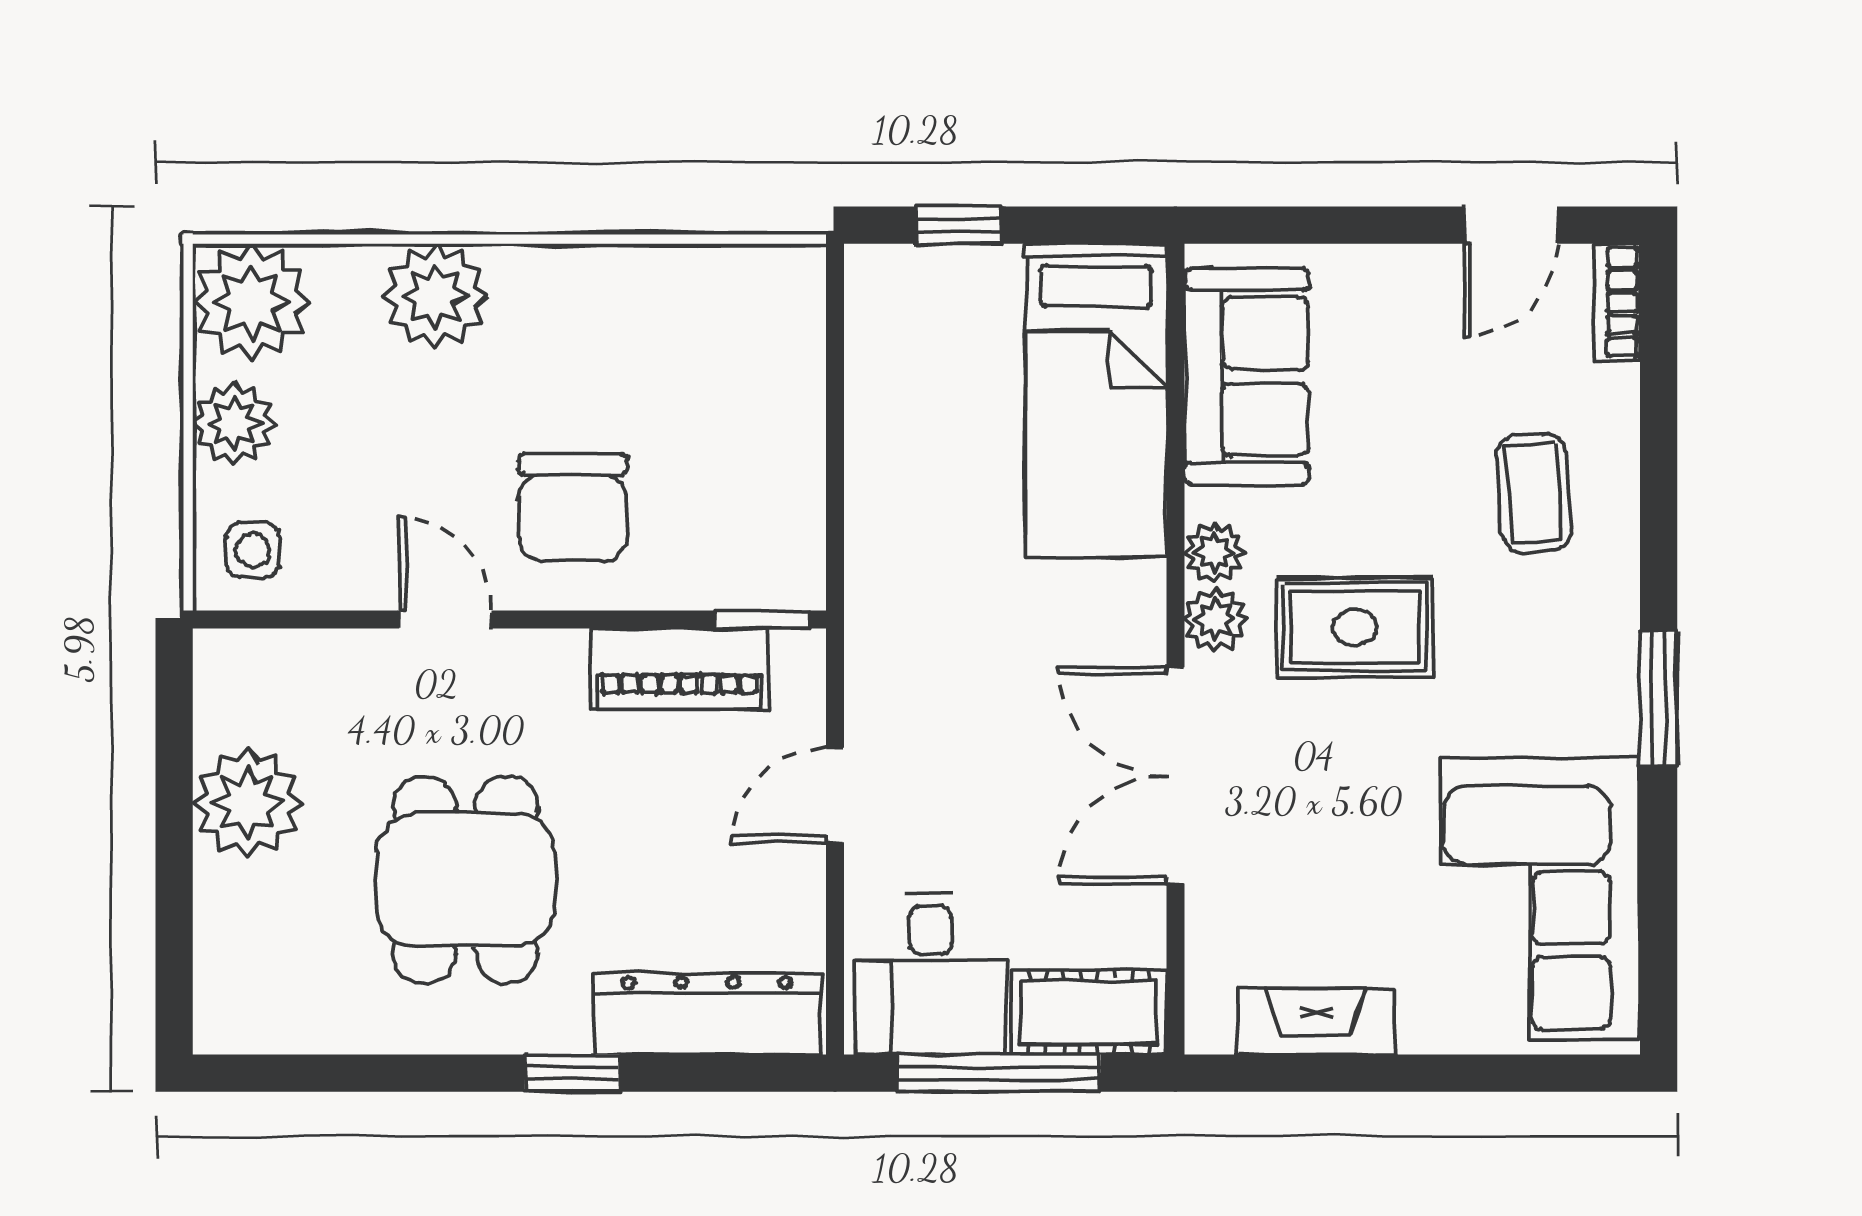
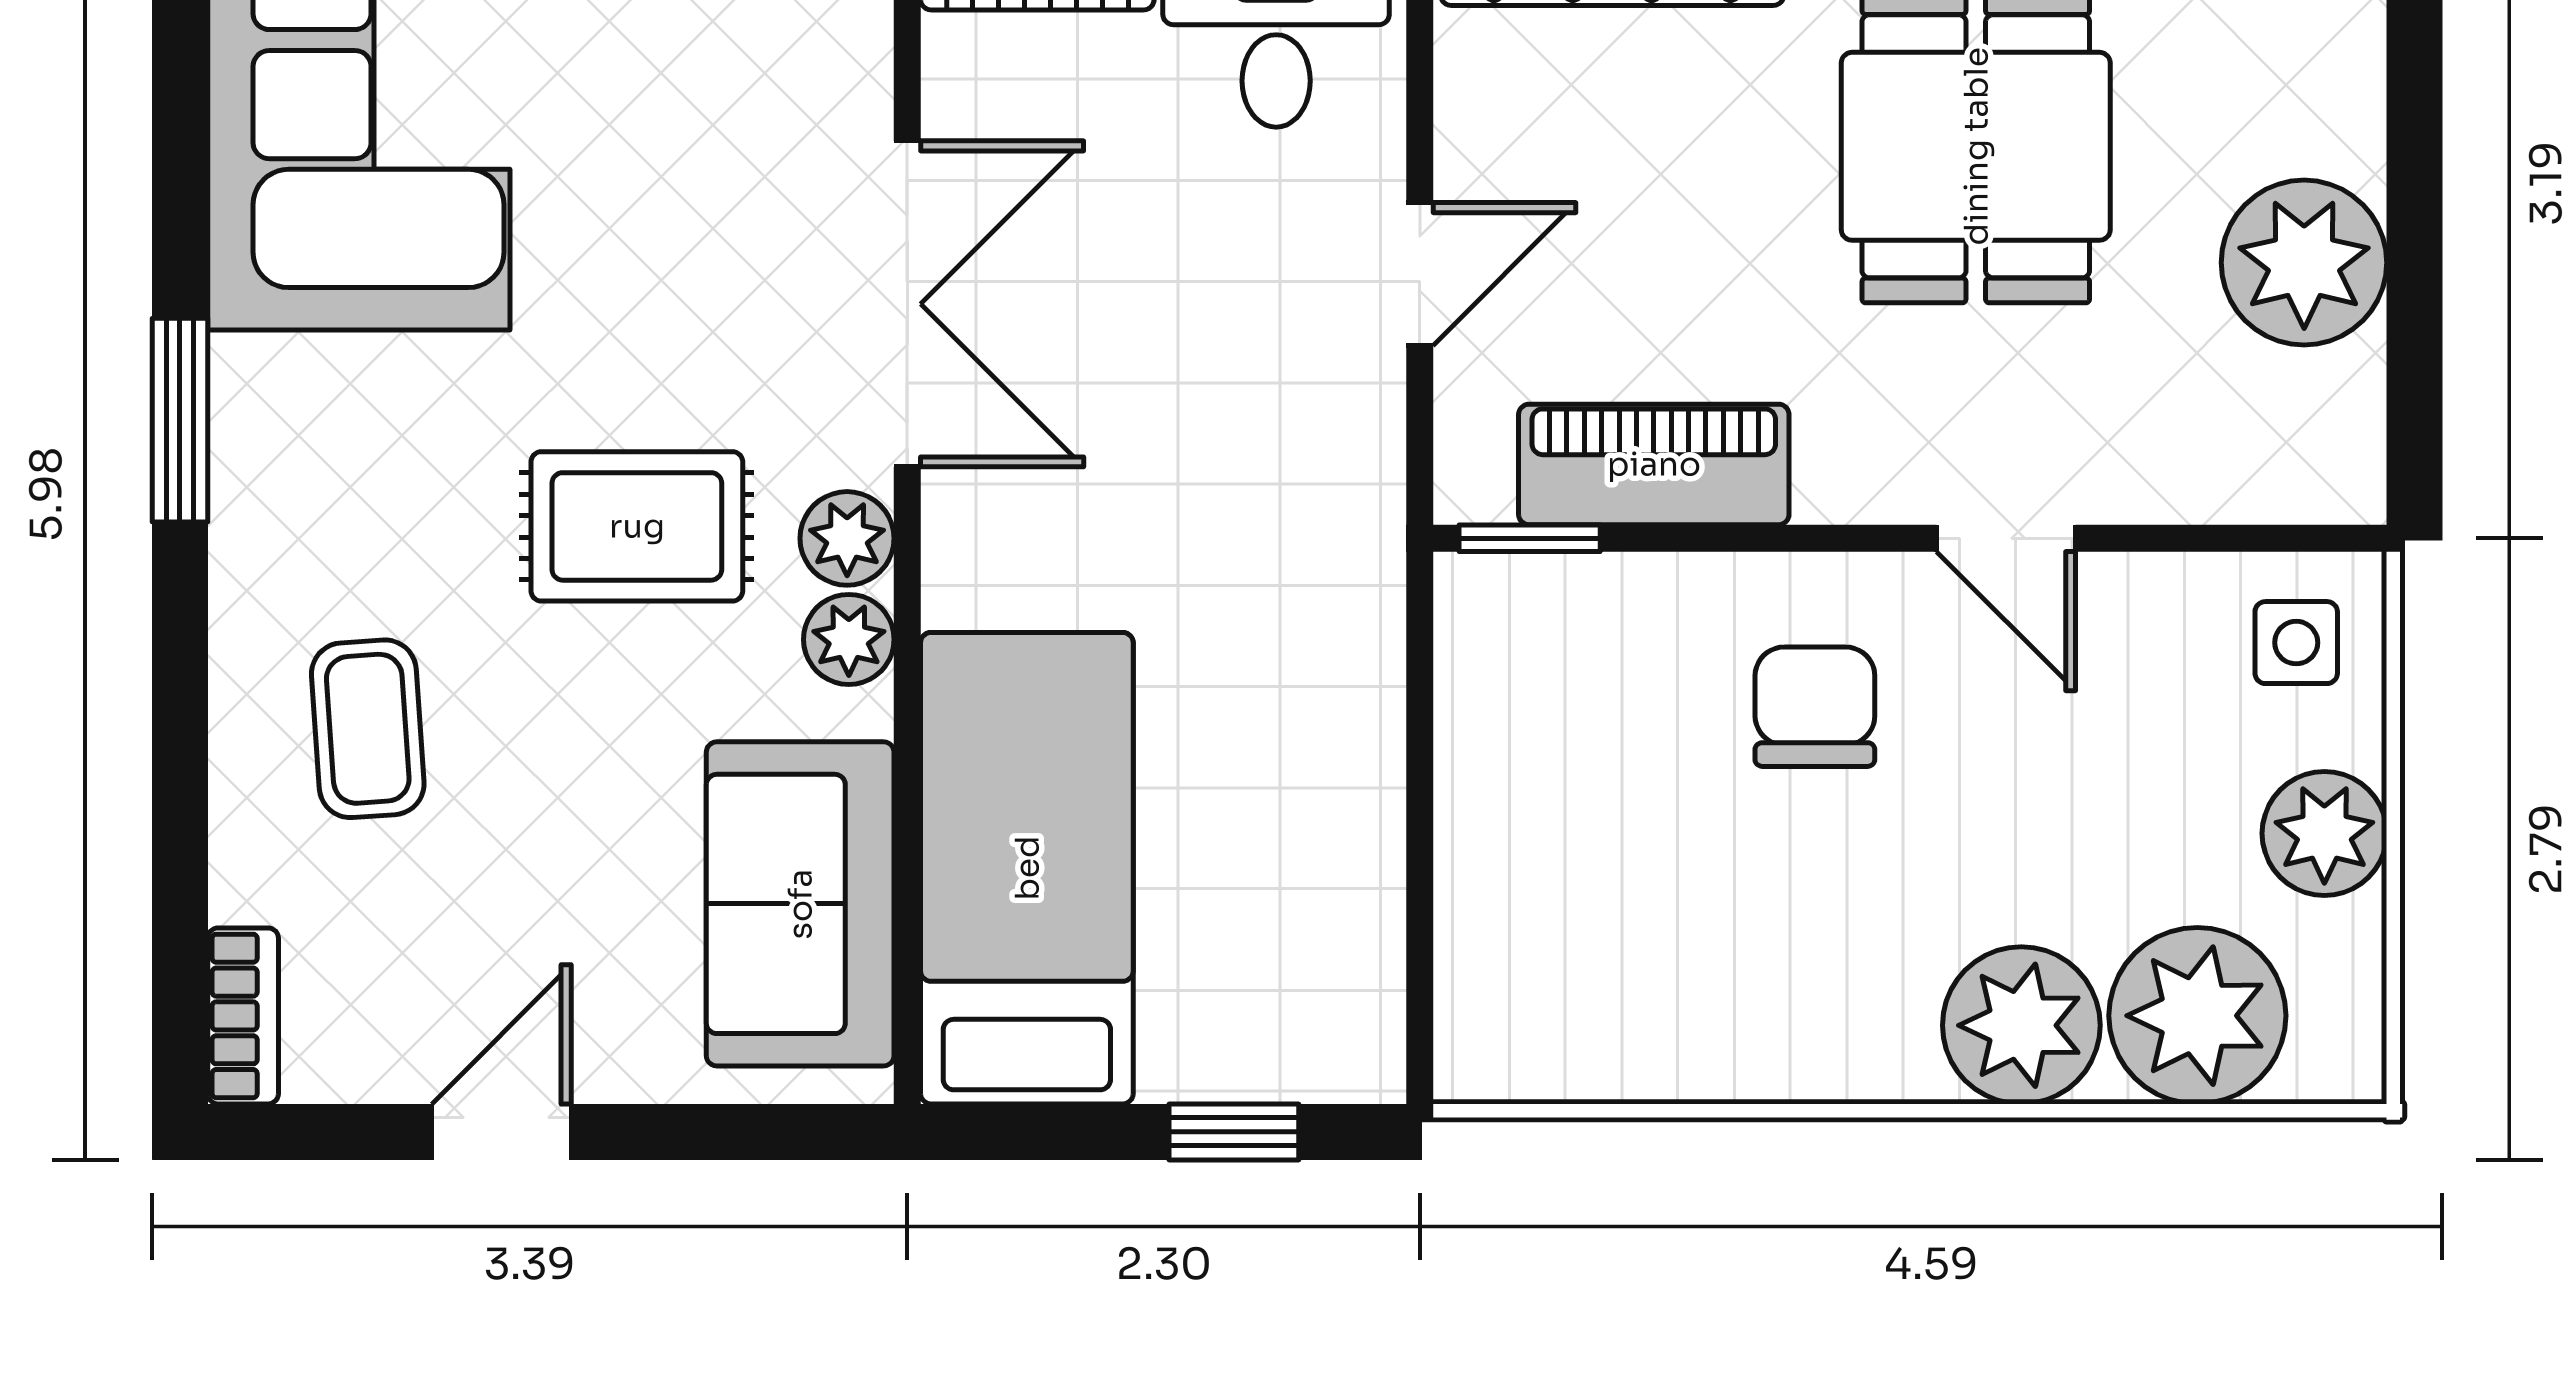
door: (1511, 225) -> (501, 1132), moved
plant: (251, 302) -> (2197, 1016), moved
chair: (572, 508) -> (1815, 707), width x0.73, depth x0.73

